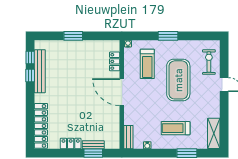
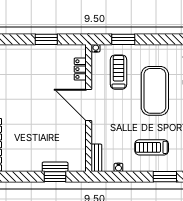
window: (73, 36) -> (46, 39), moved
window: (168, 36) -> (123, 39), moved
treadmill: (147, 64) -> (118, 72), turned 180
locker: (71, 143) -> (29, 165), removed

